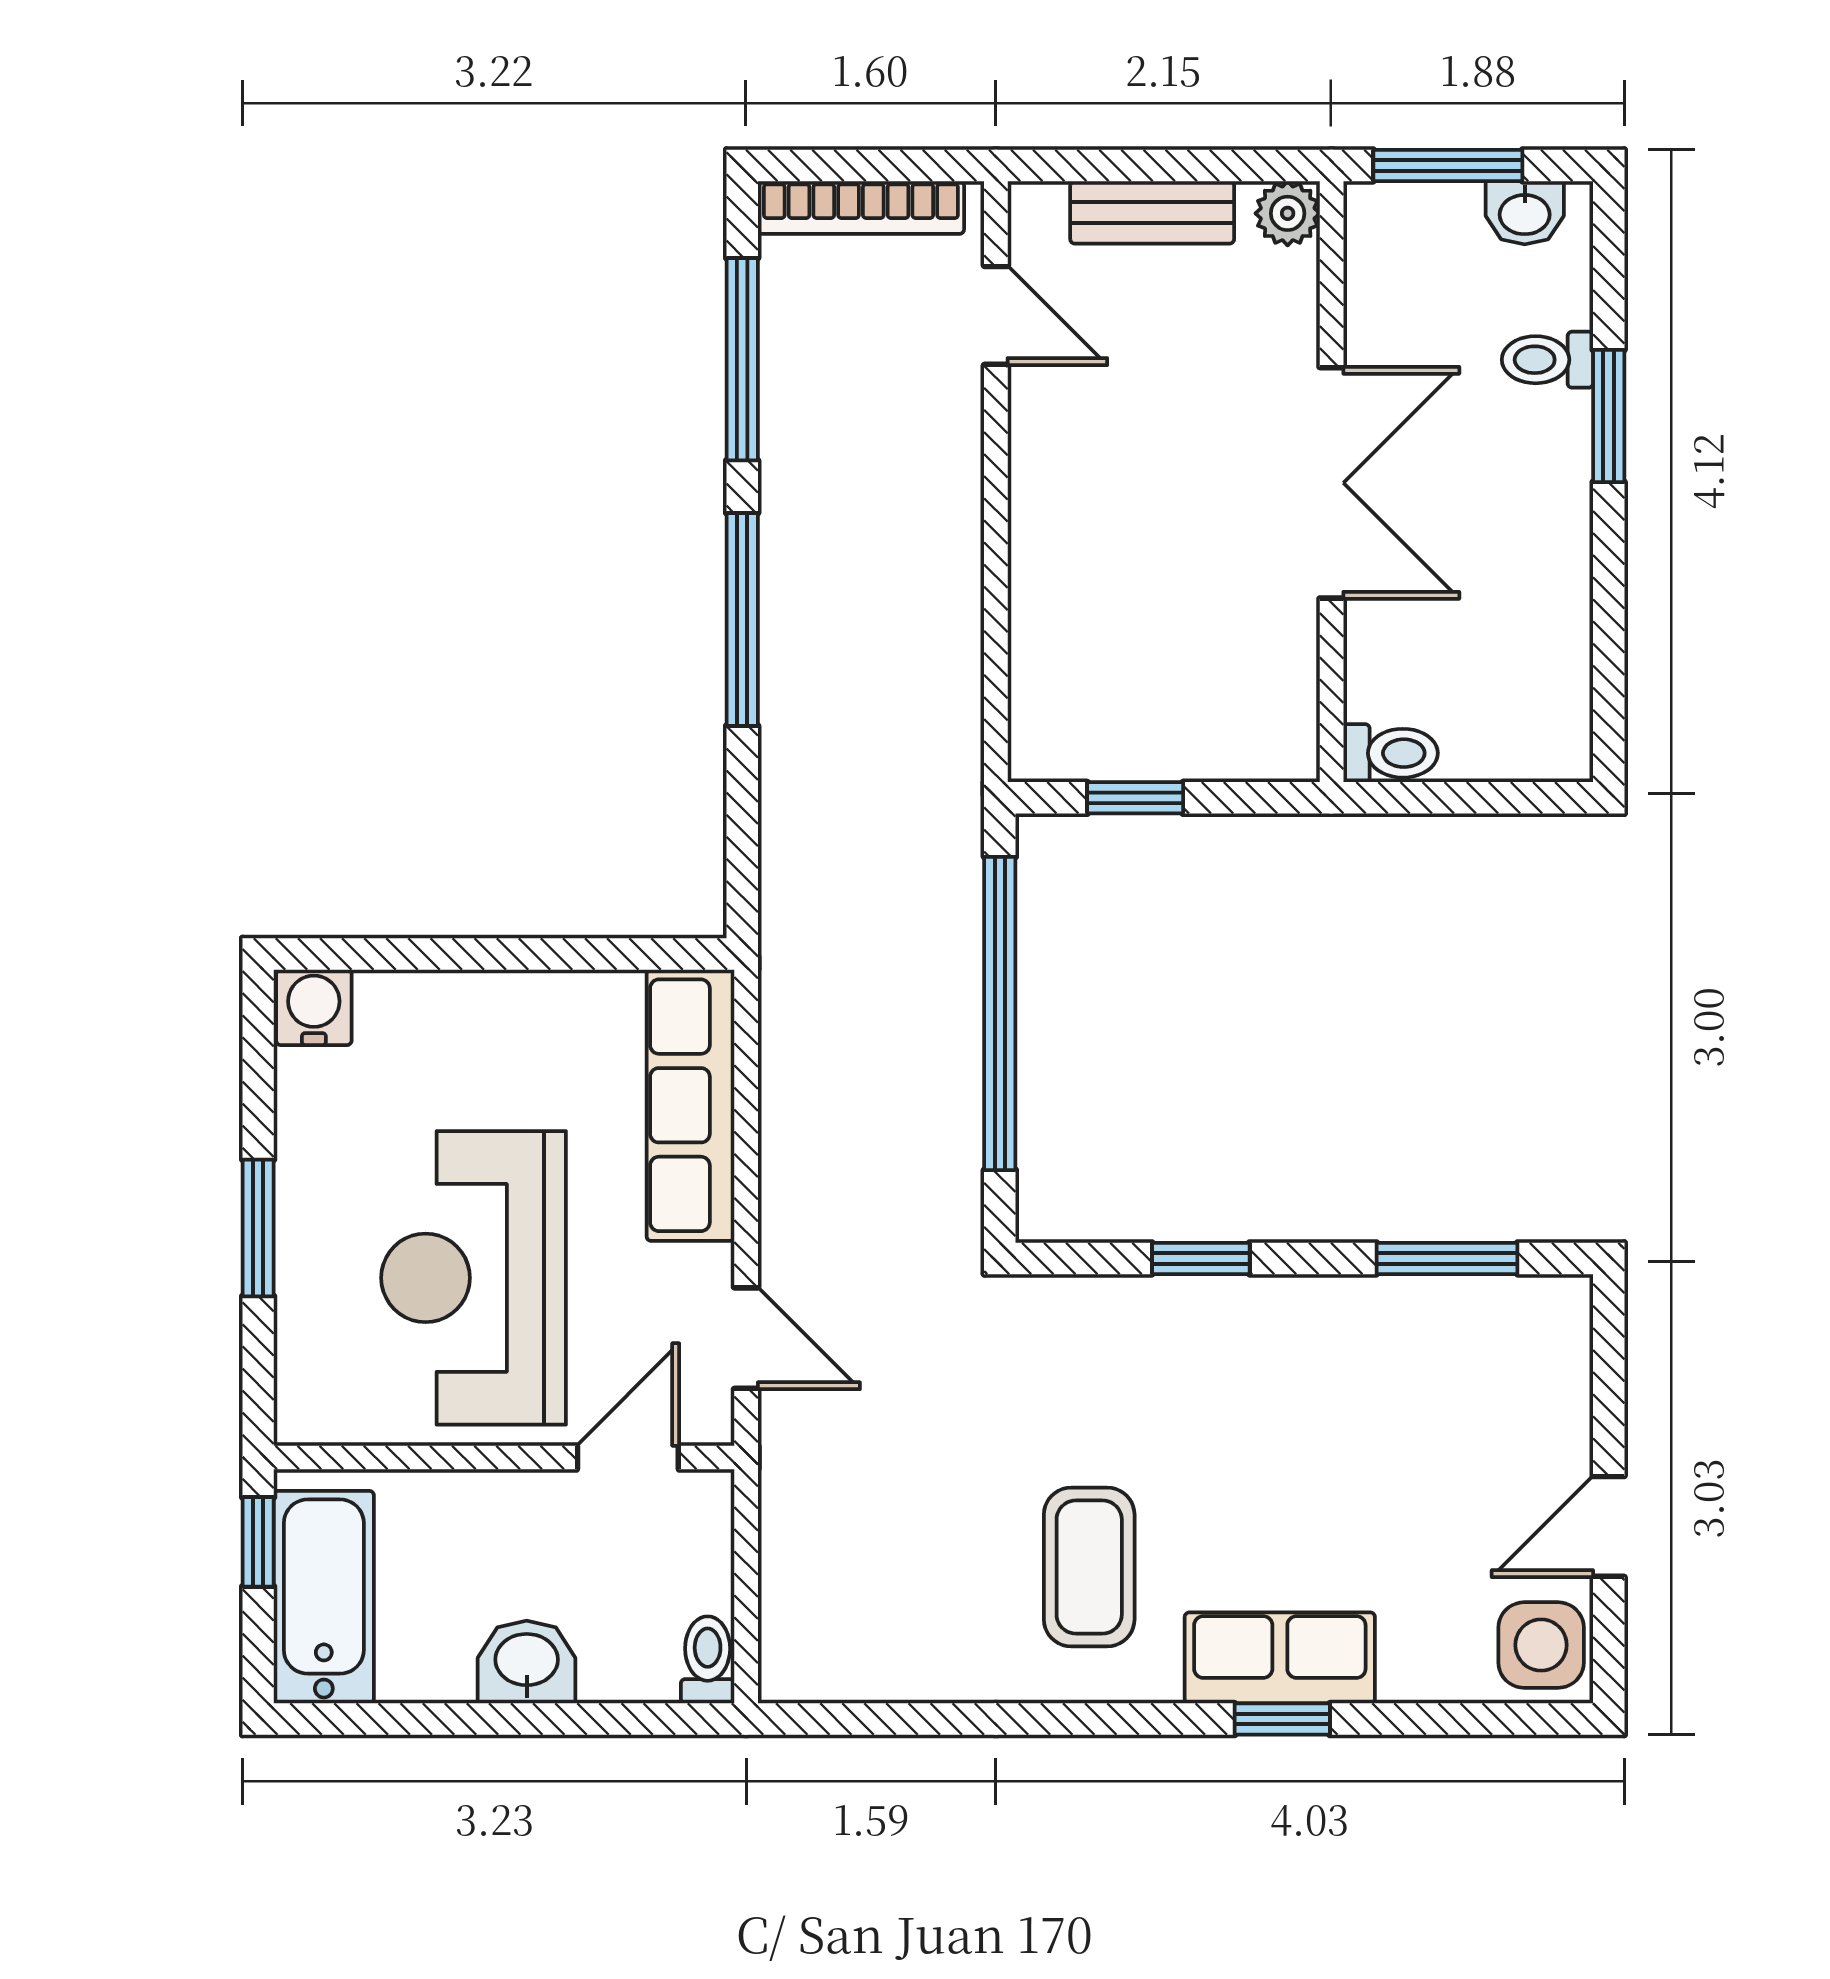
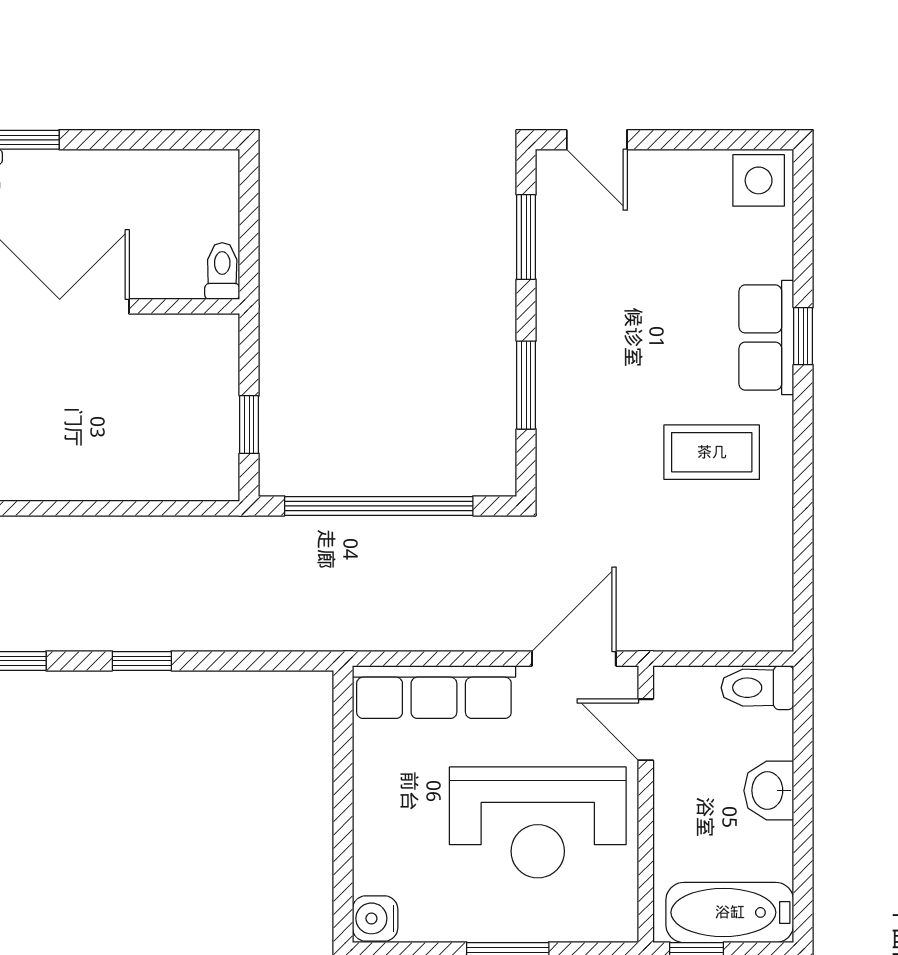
window: (742, 619) -> (142, 661), width x0.46
window: (1201, 1258) -> (526, 385), width x1.50
door: (746, 1338) -> (574, 659), width x1.38
door: (1609, 1526) -> (597, 140), moved
toilet: (708, 1660) -> (757, 688), width x1.37, depth x1.39

